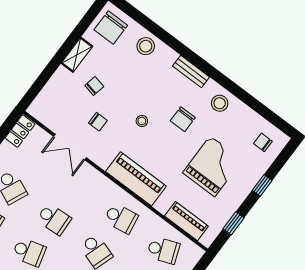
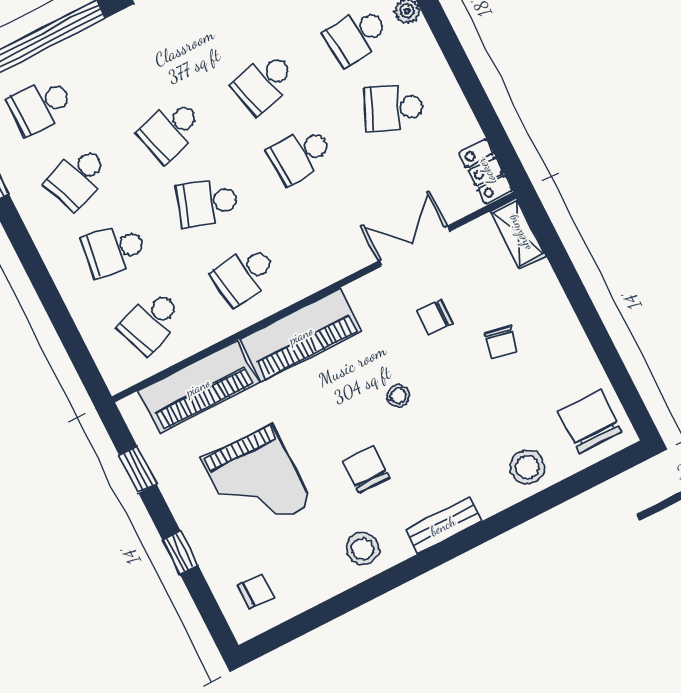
shelving: (77, 55) -> (518, 233), moved
piano: (186, 221) -> (198, 387), width x1.37, depth x1.33

